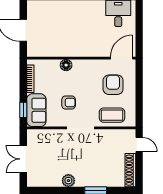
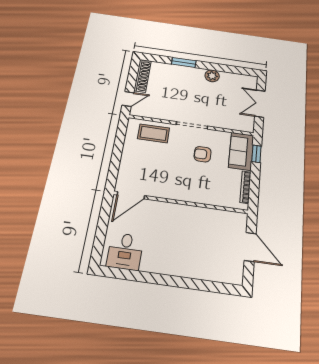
floor lamp: (66, 65) -> (201, 197), removed
armchair: (113, 85) -> (147, 166), removed
door: (139, 145) -> (128, 99), swing flipped
double door: (23, 159) -> (260, 104), swing flipped

